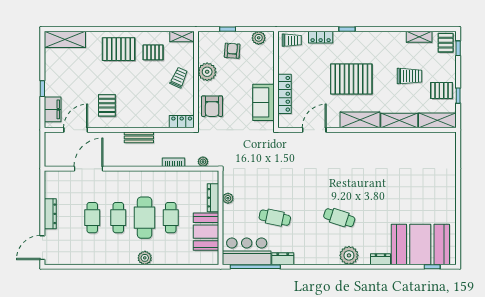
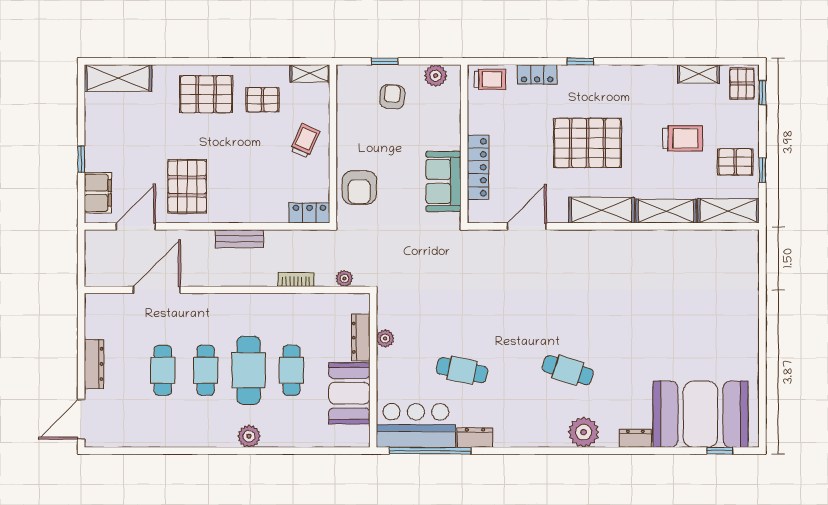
plant: (207, 72) -> (351, 131), removed
pallet: (107, 105) -> (187, 186), width x1.50, depth x1.42

